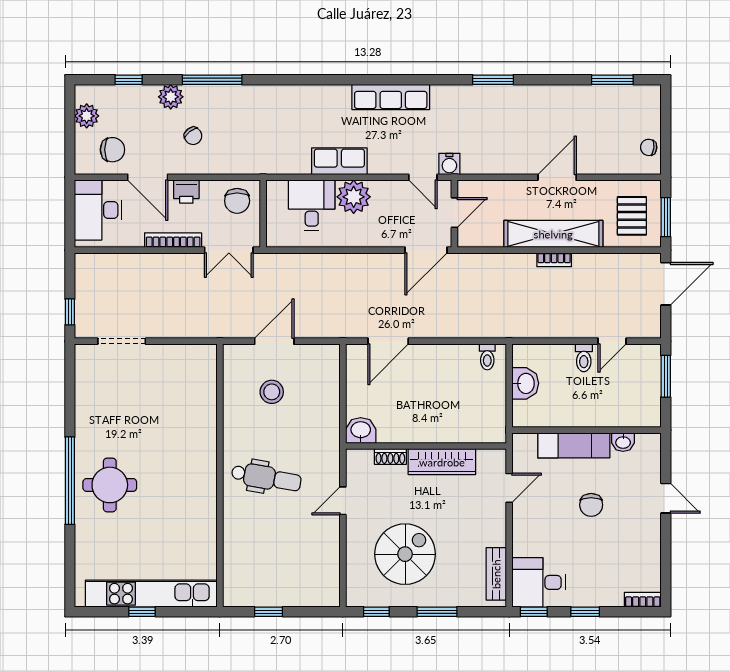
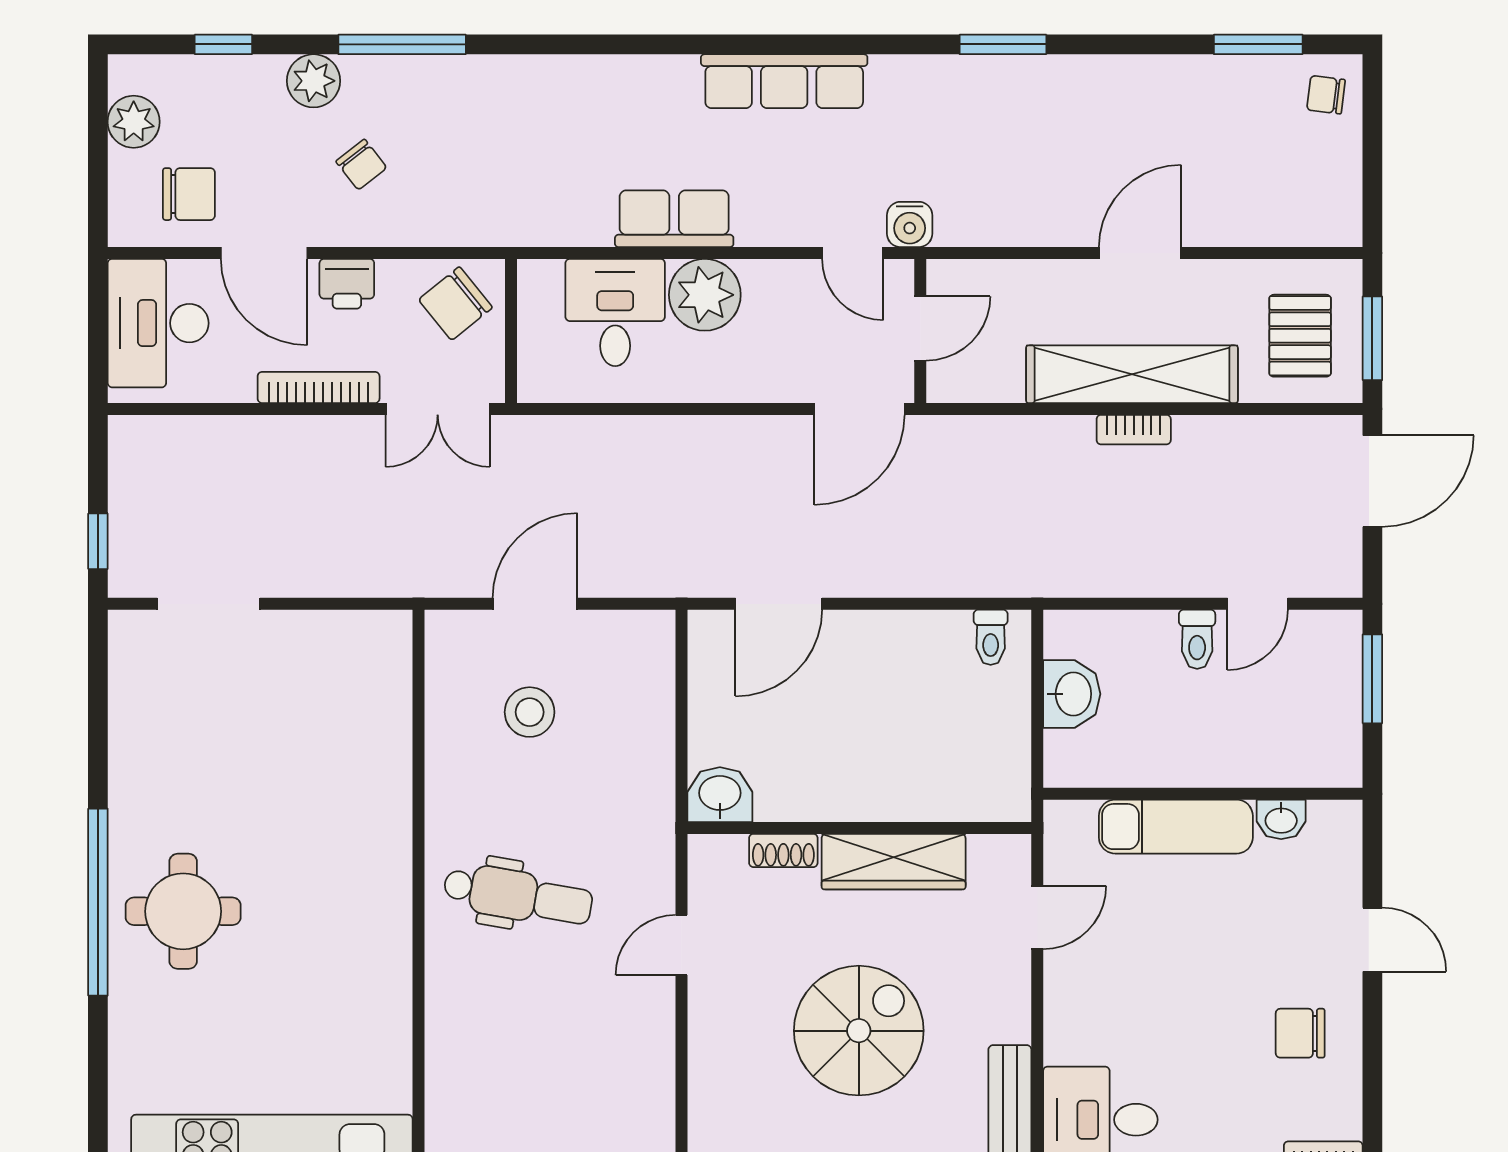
chair: (649, 147) -> (1326, 95), moved
chair: (237, 201) -> (455, 304), turned 51
chair: (591, 505) -> (1300, 1033), moved, turned 90
spiral stairs: (405, 554) -> (859, 1031), moved

